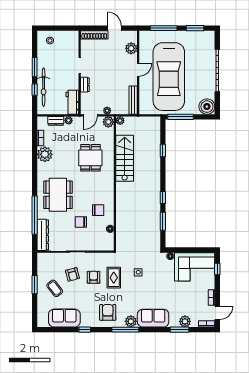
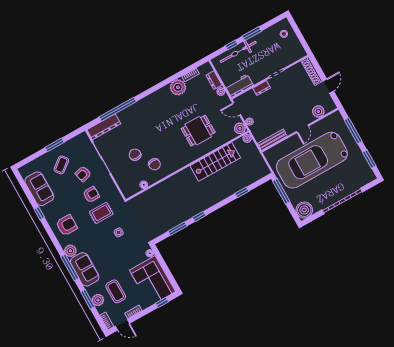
door: (138, 70) -> (302, 129), hinge flipped
dining table: (58, 195) -> (148, 120), removed
coffee table: (186, 303) -> (116, 291), added
window: (125, 330) -> (70, 268), moved

